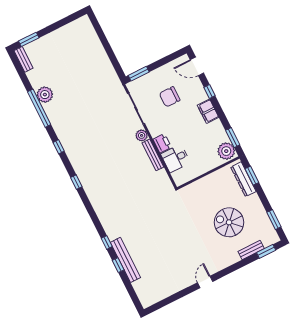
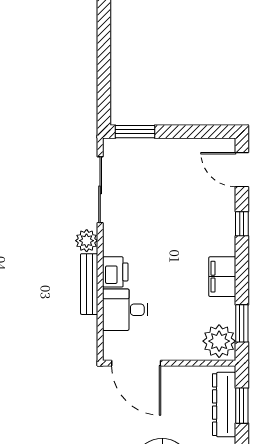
chair: (170, 97) -> (168, 198), removed
filing cabinet: (208, 111) -> (222, 277), moved
door: (193, 181) -> (136, 363), added

